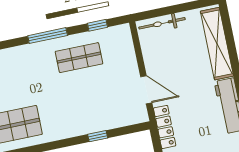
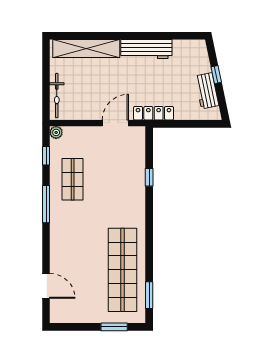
plant: (124, 31) -> (56, 132), added

